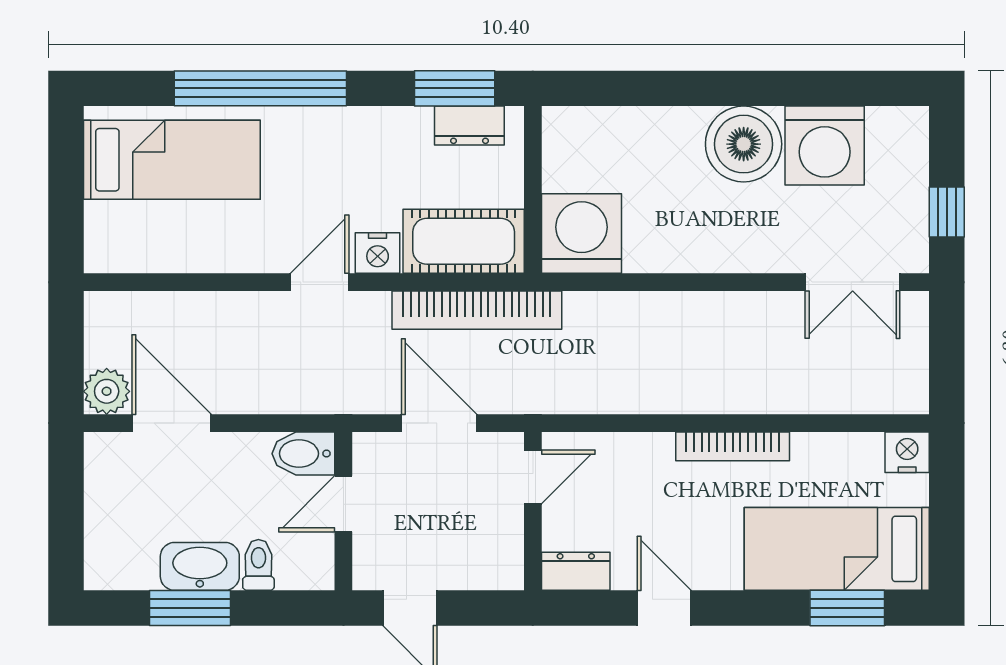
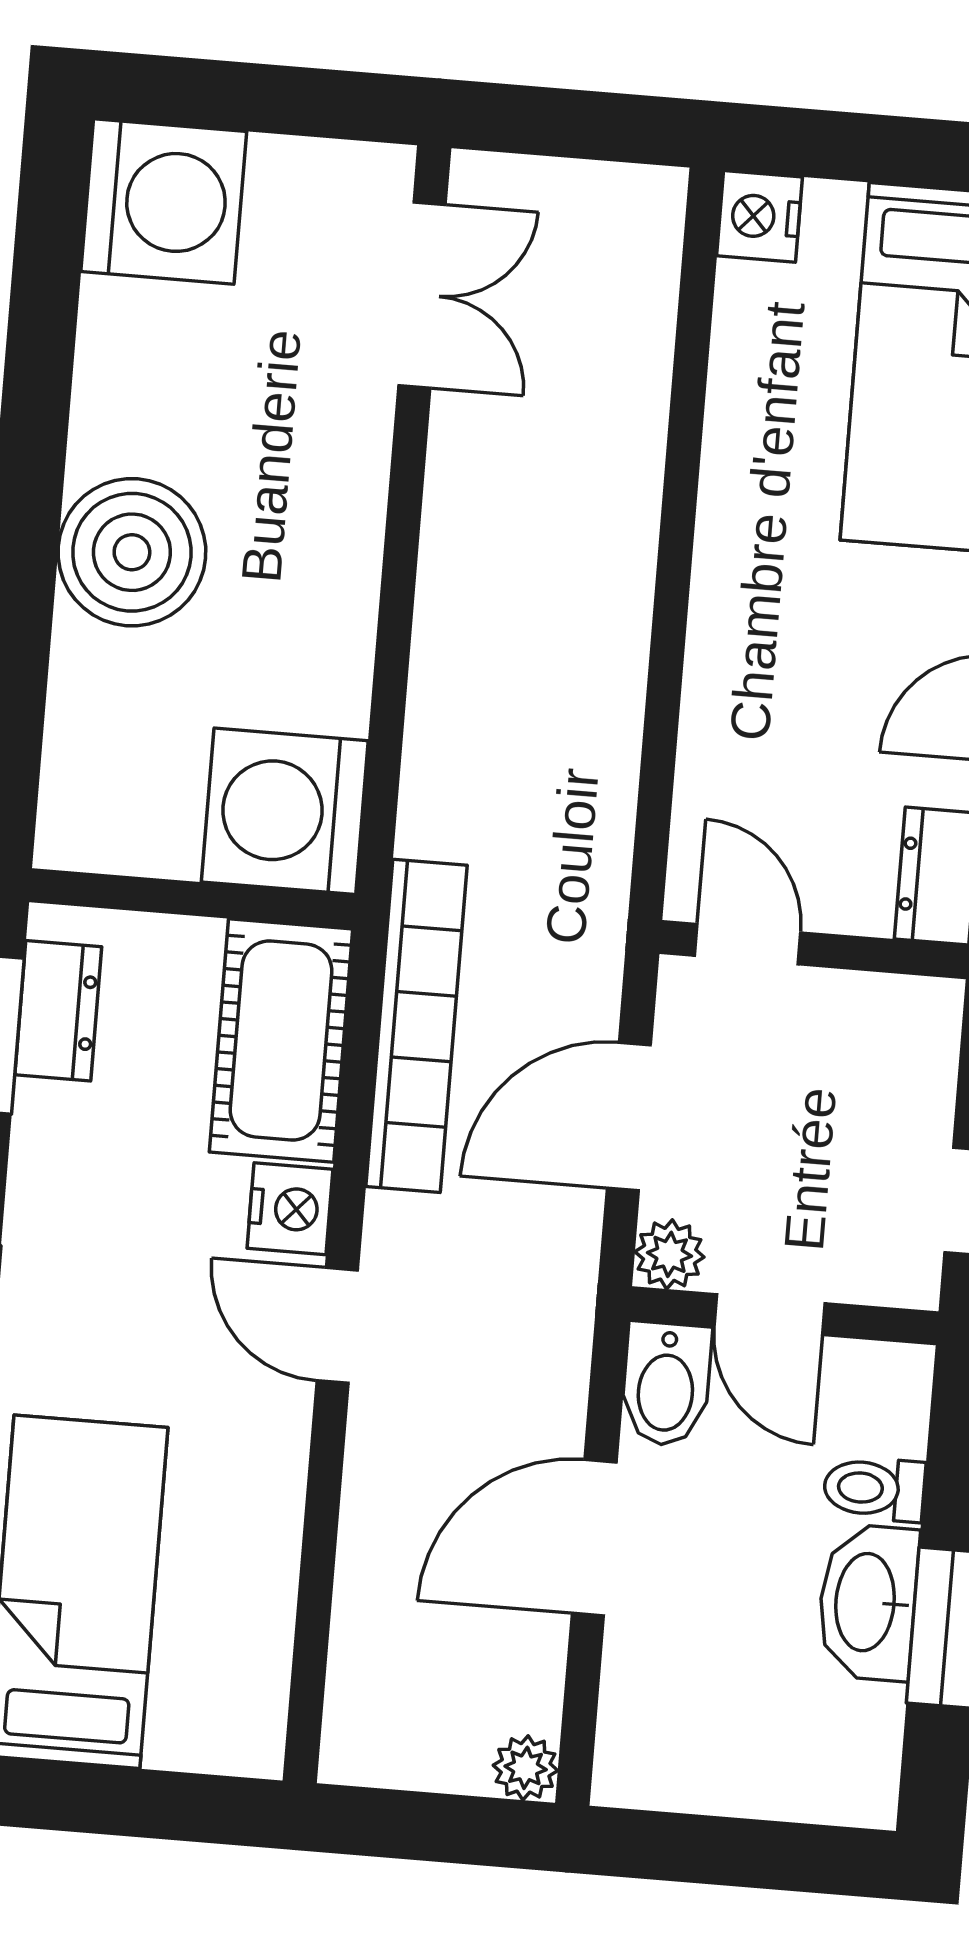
boiler: (744, 144) -> (132, 552), moved
washing machine: (825, 146) -> (164, 201), moved
window: (947, 212) -> (301, 101), removed
plant: (107, 391) -> (526, 1768), width x0.73, depth x0.73
door: (172, 423) -> (594, 1538), moved
bookcase: (733, 446) -> (721, 553), removed
plant: (370, 450) -> (670, 1254), added

